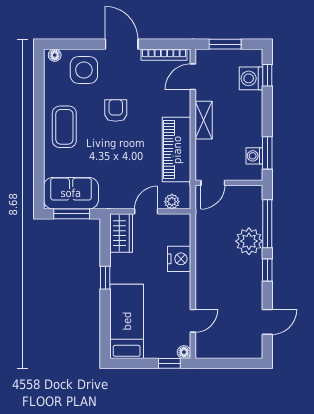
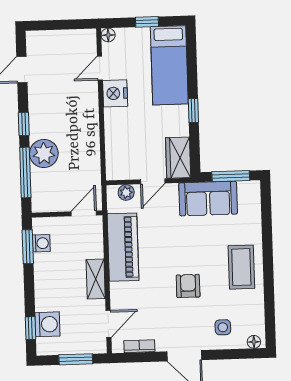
bookcase: (164, 55) -> (139, 346), width x0.64
side table: (84, 70) -> (223, 327), width x0.54, depth x0.54
armchair: (116, 110) -> (188, 286), turned 180
sofa: (71, 193) -> (208, 198), moved
nightstand: (179, 259) -> (115, 93), moved
window: (169, 363) -> (147, 22), moved

